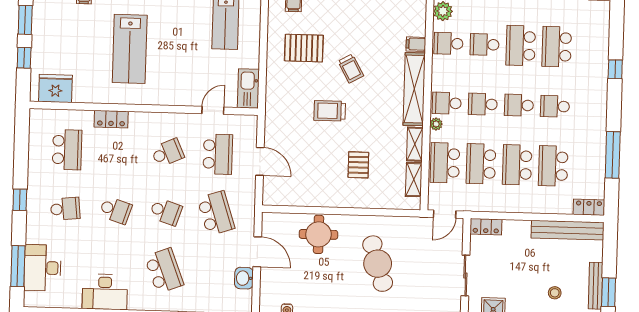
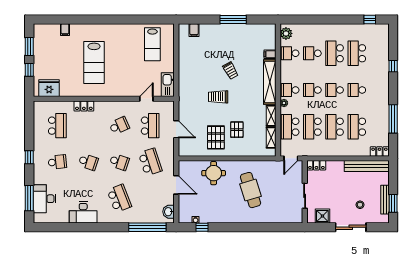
pallet: (304, 48) -> (216, 137), moved, turned 90
washbasin: (244, 278) -> (169, 212), moved

